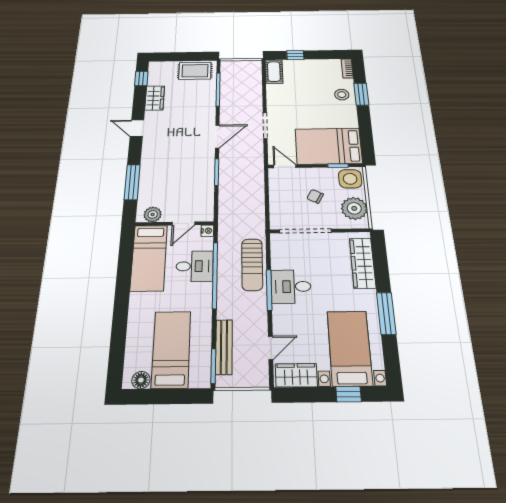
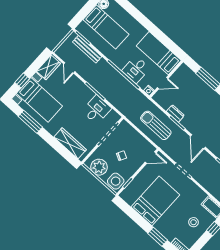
stool: (342, 95) -> (194, 222), moved
bed: (328, 146) -> (155, 201), moved
dresser: (207, 182) -> (175, 113), added
plant: (153, 214) -> (180, 73), removed
door: (183, 224) -> (163, 83), swing flipped
sun lounger: (252, 264) -> (156, 125), moved
desk: (291, 286) -> (97, 110), moved
window: (386, 313) -> (30, 122), moved

